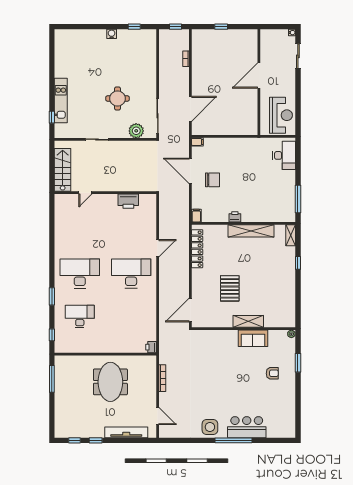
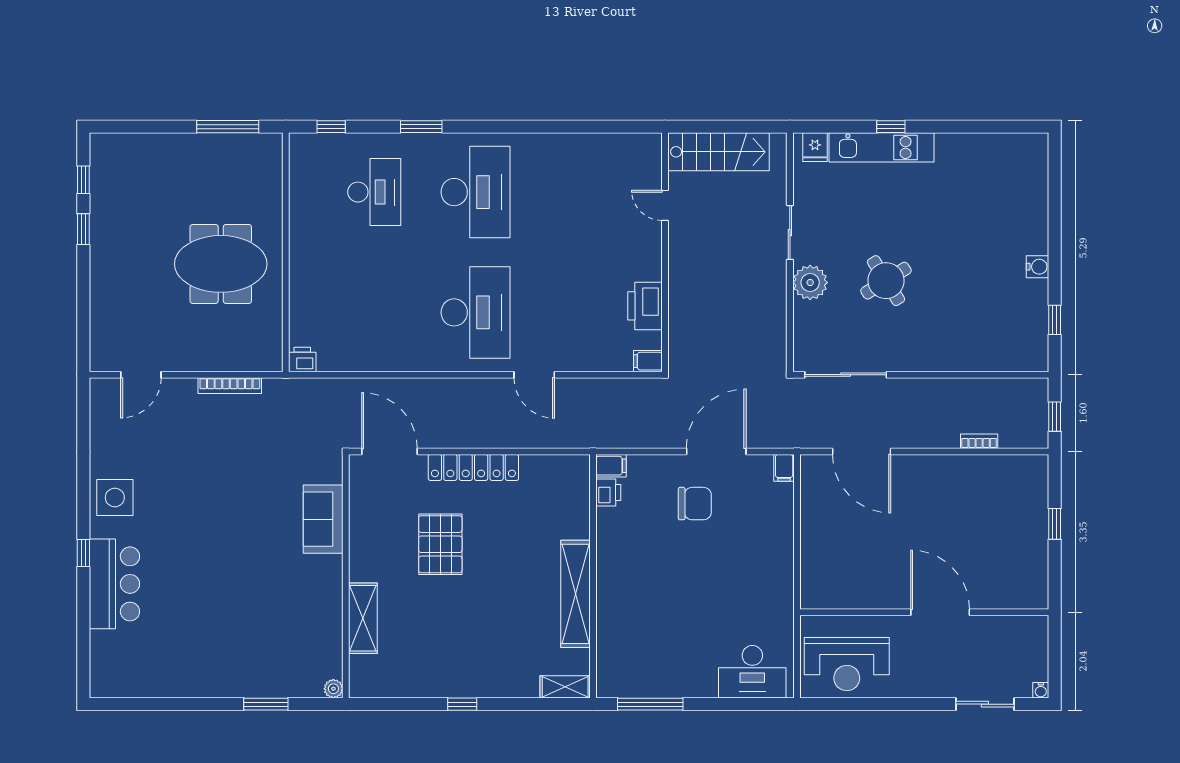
round table: (118, 98) -> (886, 281), turned -32
window: (52, 117) -> (891, 127), moved
fridge: (61, 129) -> (815, 147), added
plant: (136, 131) -> (810, 283), moved
chair: (212, 180) -> (695, 504), turned -90
filing cabinet: (152, 200) -> (648, 361), added
printer: (235, 217) -> (608, 493), moved
locker: (197, 249) -> (473, 467), moved
window: (298, 263) -> (462, 704), moved
pallet: (230, 288) -> (440, 544), turned 90
shelving: (248, 321) -> (363, 618), moved
sofa: (253, 338) -> (323, 519), moved
armchair: (272, 373) -> (241, 644), removed
tv unit: (126, 432) -> (102, 301), removed
window: (234, 440) -> (83, 553), width x0.32

